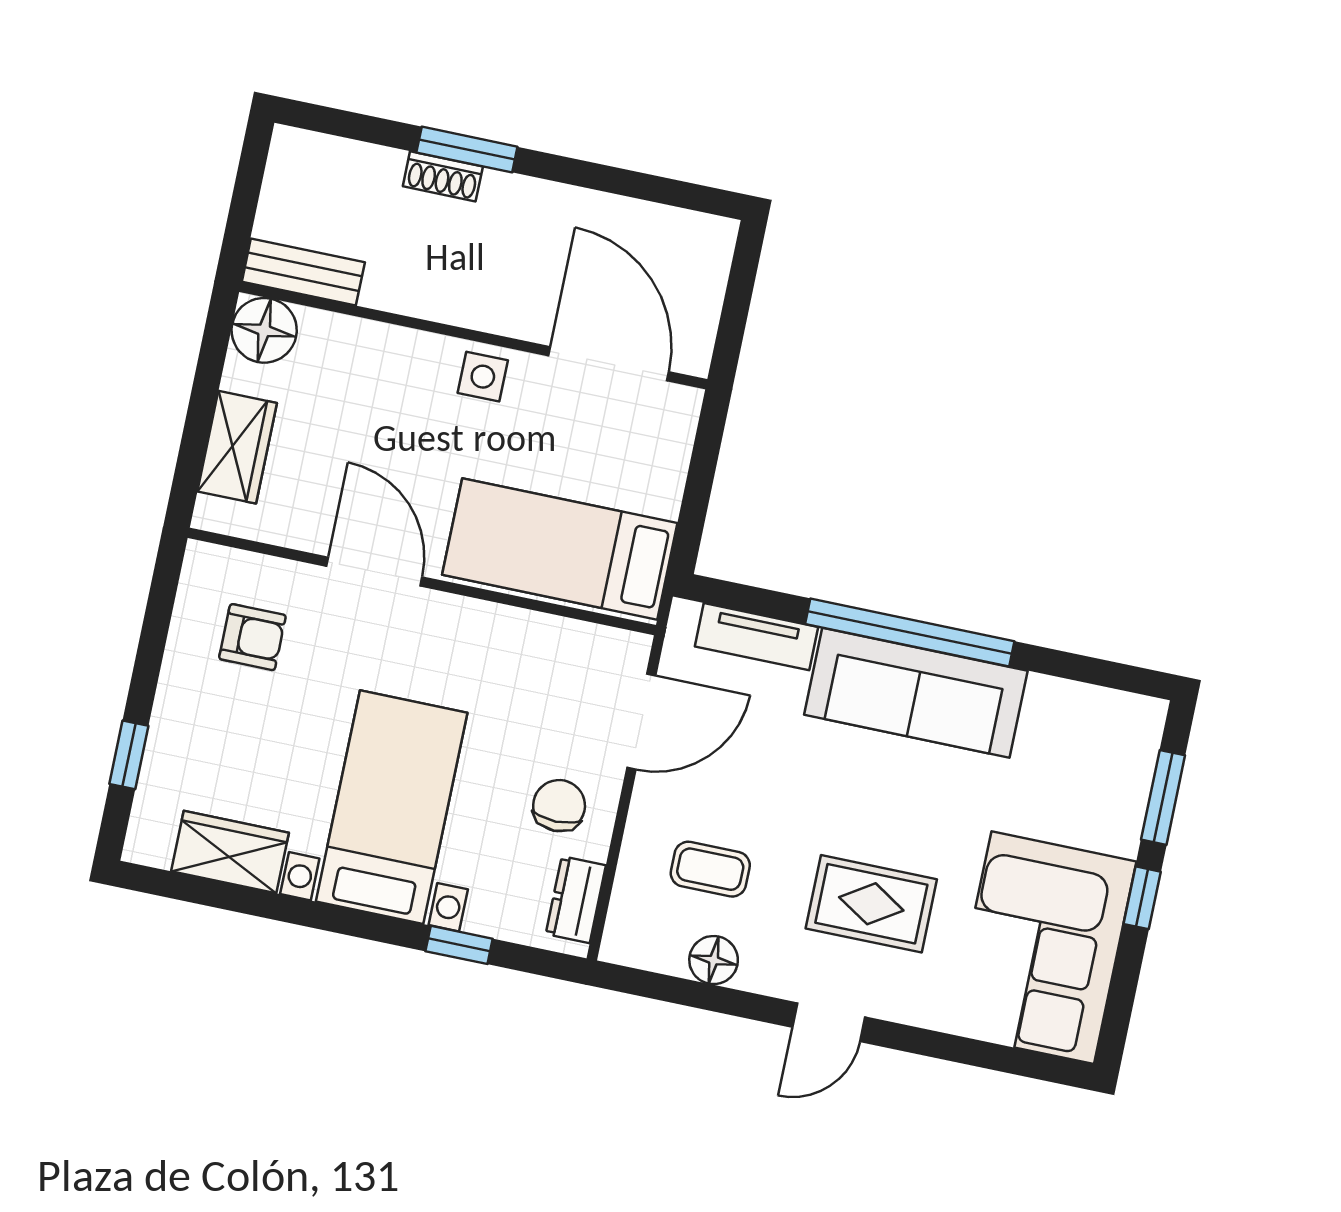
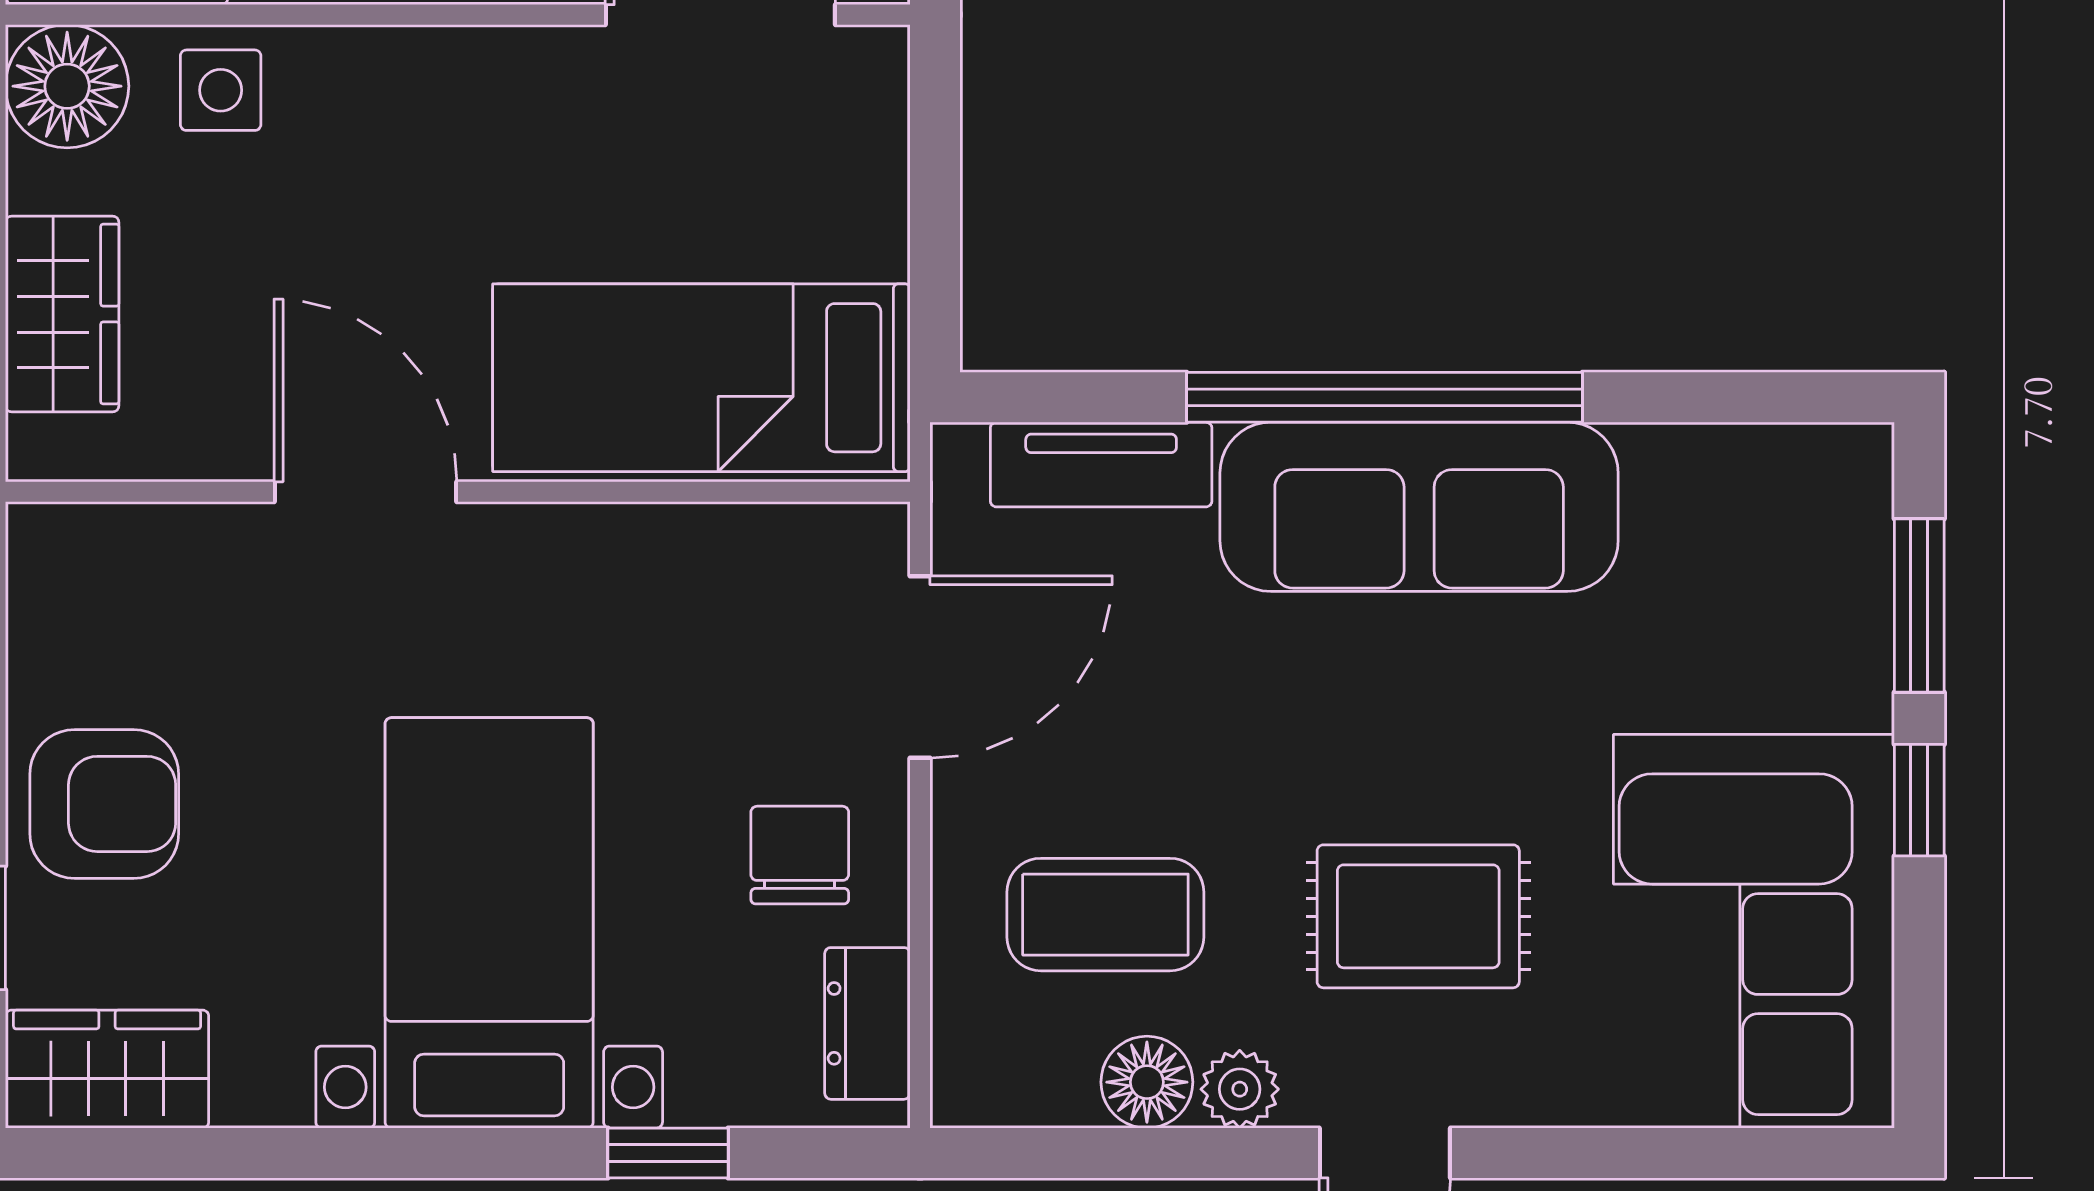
side table: (483, 377) -> (221, 90), moved
armchair: (252, 637) -> (104, 804), moved, width x1.38, depth x1.38
wardrobe: (230, 852) -> (107, 1069), moved
coffee table: (710, 869) -> (1105, 915), width x1.36, depth x1.30
plant: (761, 974) -> (1240, 1089), added

